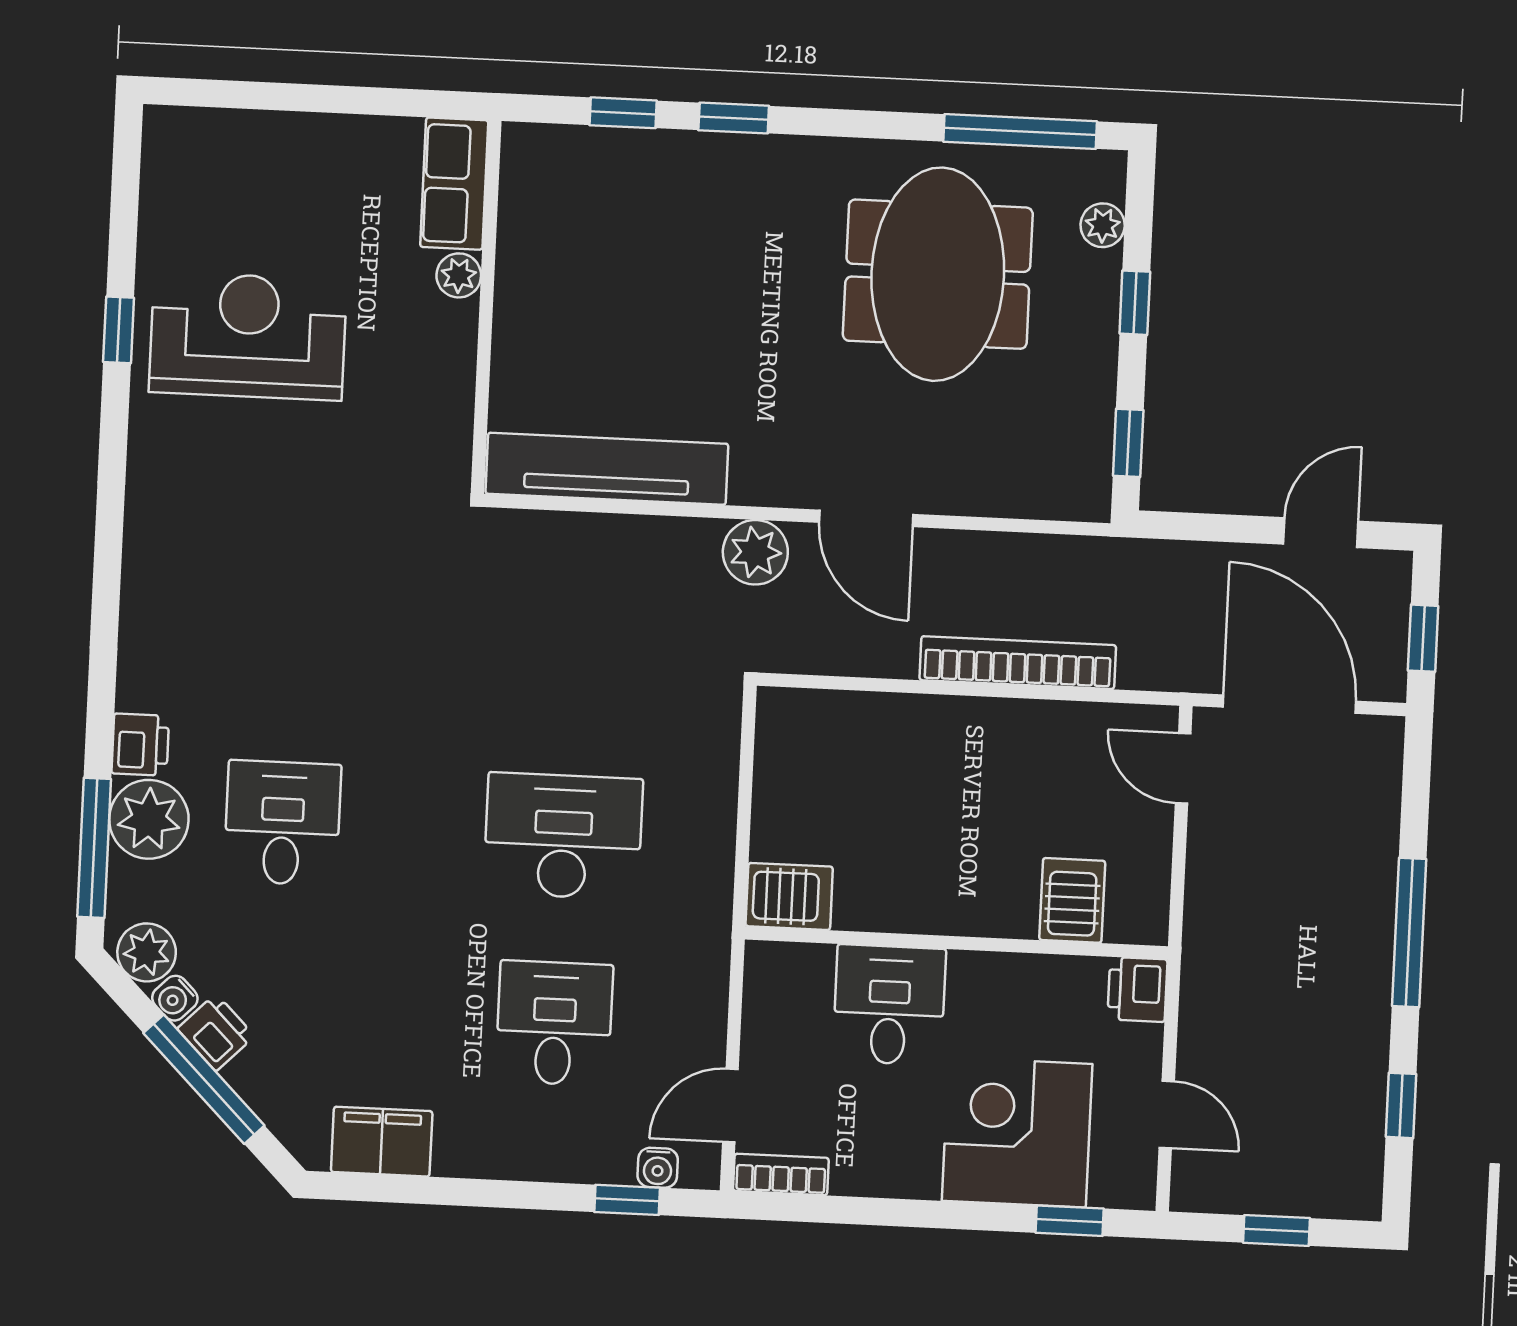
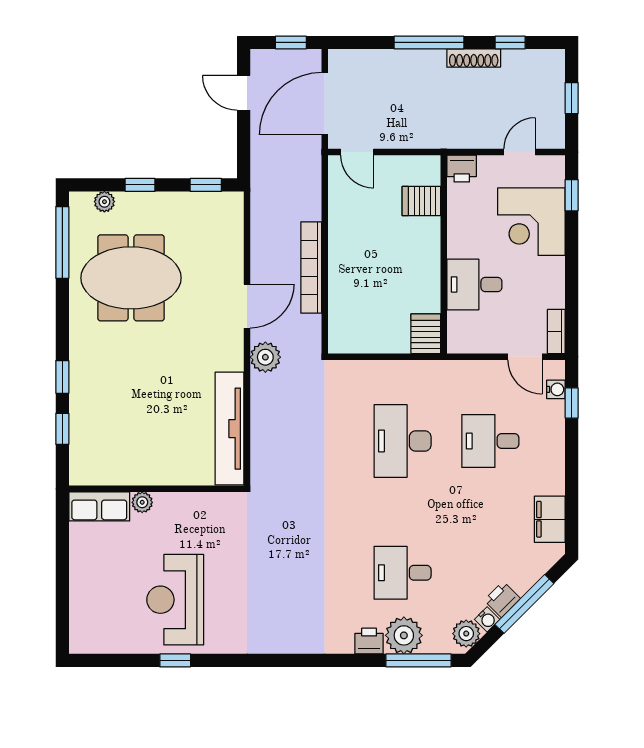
bookcase: (1018, 663) -> (311, 268), moved
door: (1183, 768) -> (357, 152), hinge flipped
shoe rack: (1371, 1026) -> (474, 58), added

